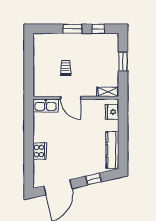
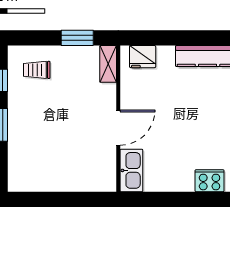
window: (123, 61) -> (77, 38), moved
trolley: (66, 68) -> (37, 70), moved

